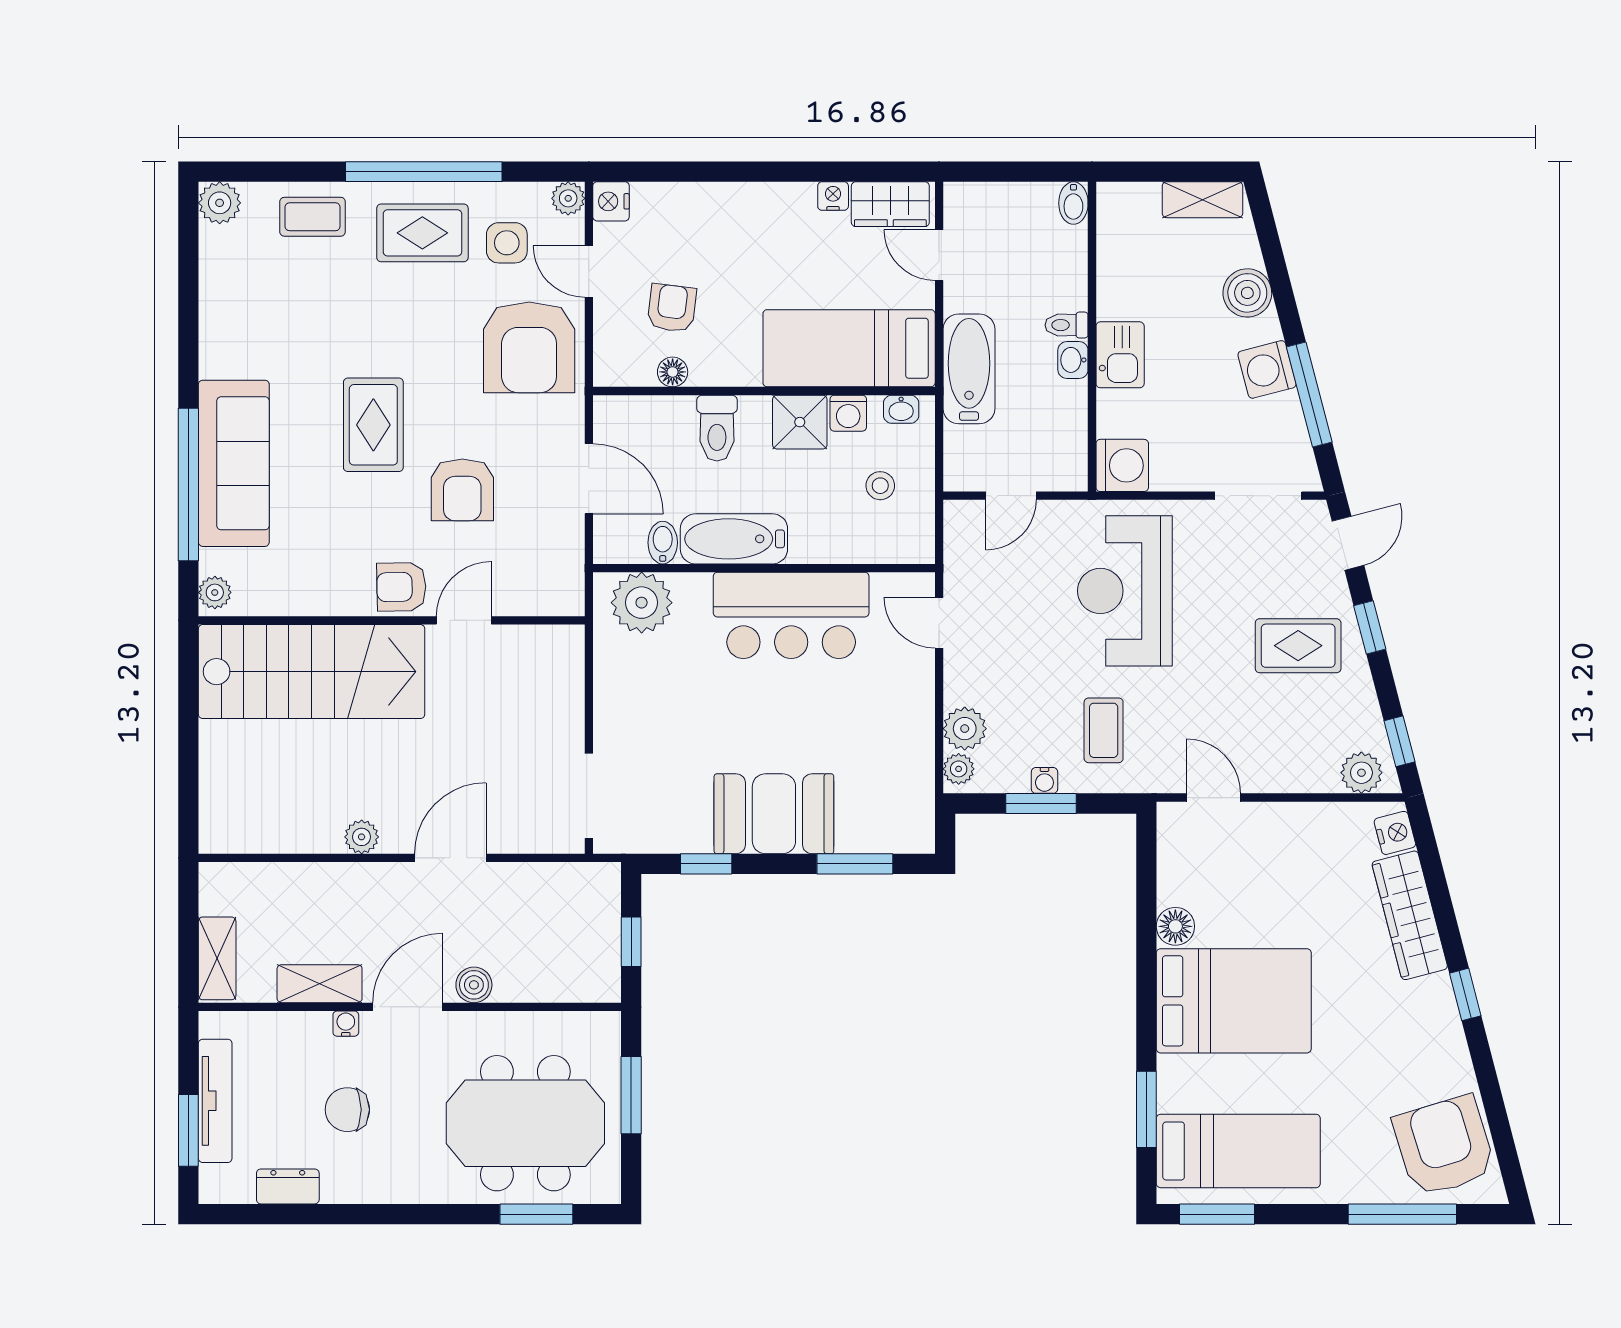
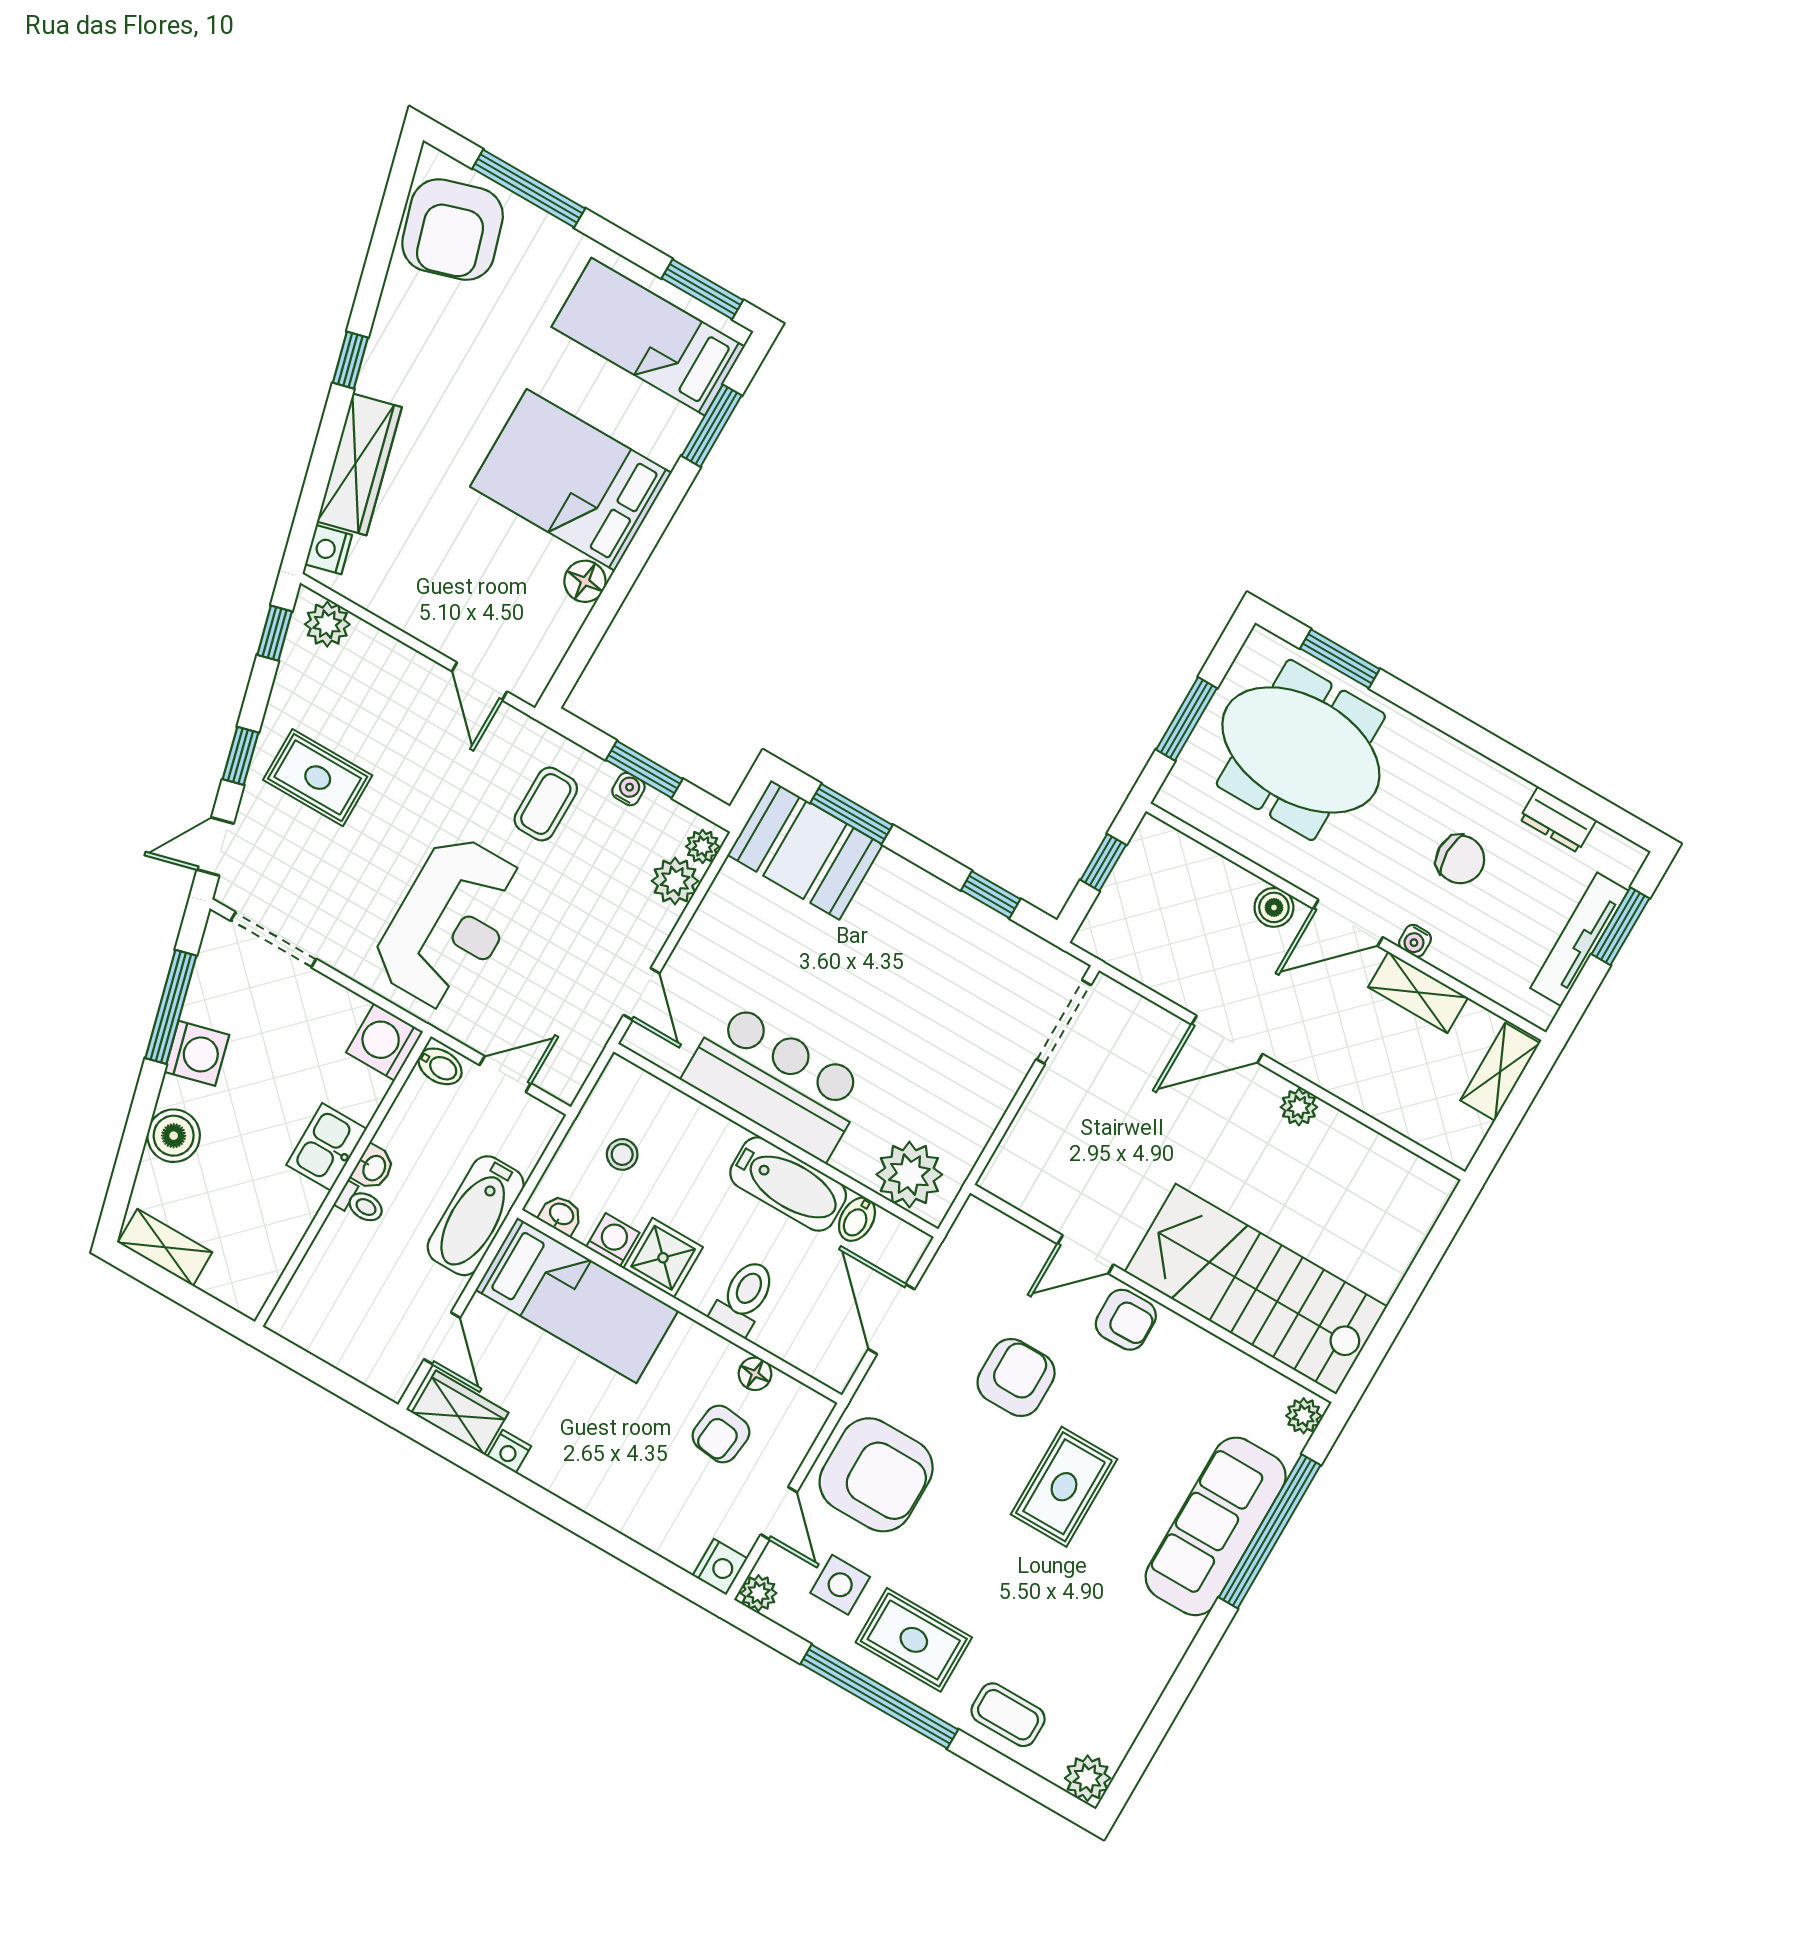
bidet: (1073, 203) -> (440, 1066), moved, turned 90
armchair: (529, 347) -> (876, 1475), turned 90
booth: (774, 814) -> (805, 850), moved

